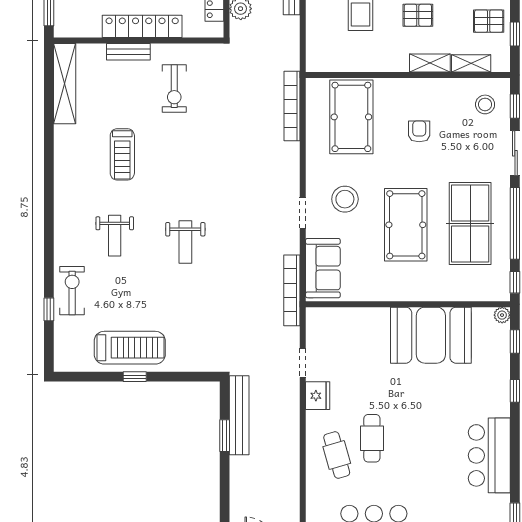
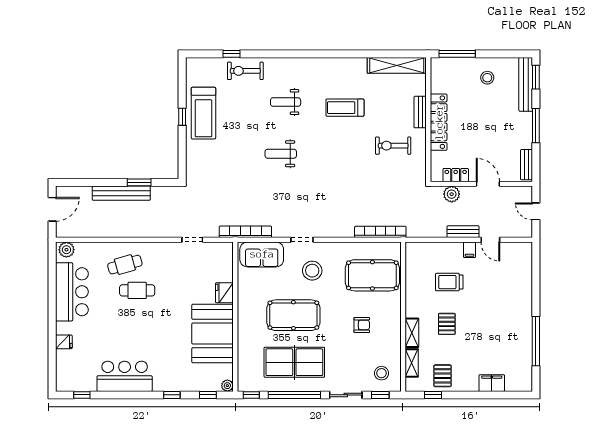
exercise bike: (72, 291) -> (245, 71), turned 180
fridge: (318, 396) -> (224, 293), moved, turned 90
bench: (239, 415) -> (121, 193), moved

